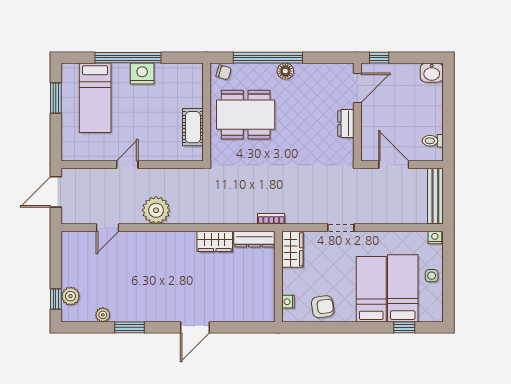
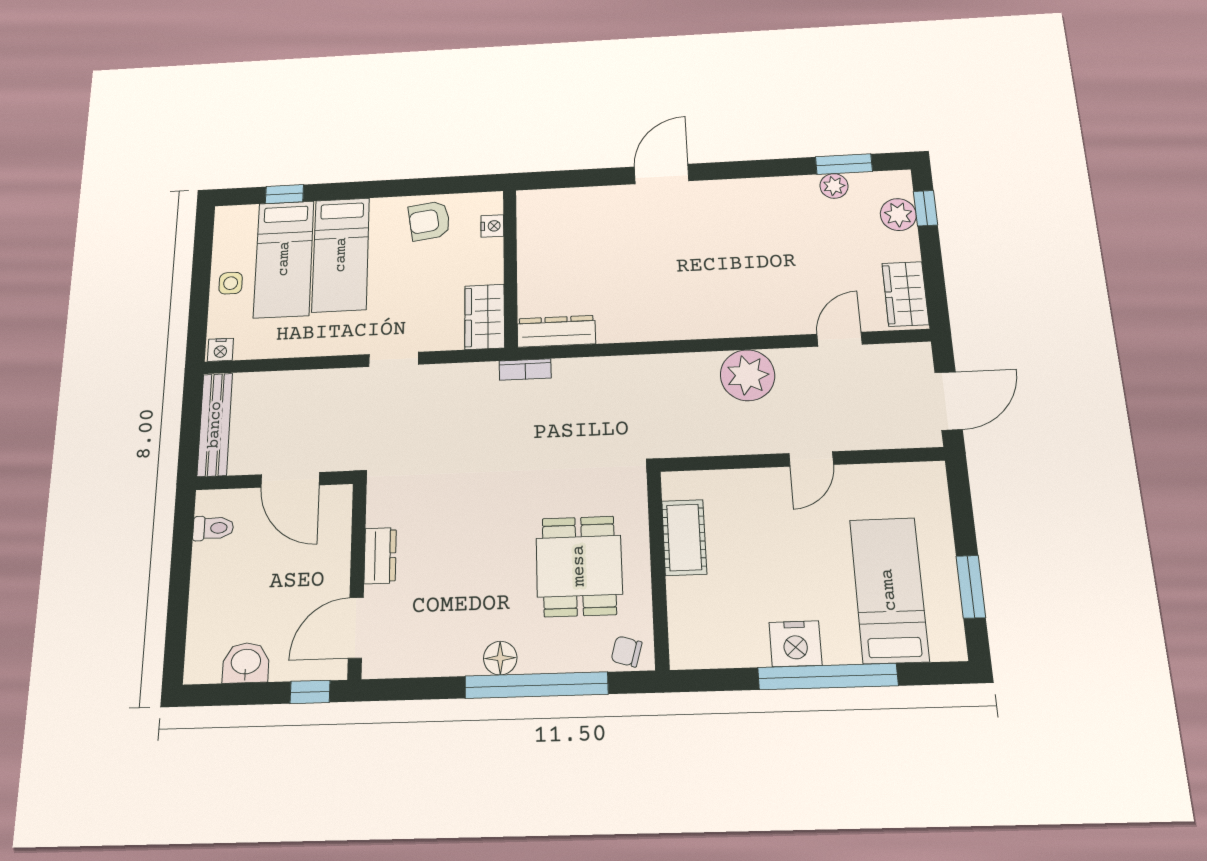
washbasin: (432, 73) -> (246, 663), moved
dining table: (246, 115) -> (579, 566), width x0.73
wardrobe: (215, 241) -> (905, 294), moved, turned -90
window: (129, 327) -> (844, 164), moved

